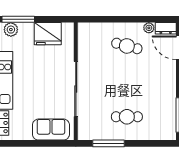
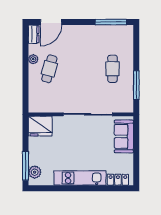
plant: (149, 28) -> (33, 59), moved
fridge: (48, 34) -> (40, 126), moved, turned 90

